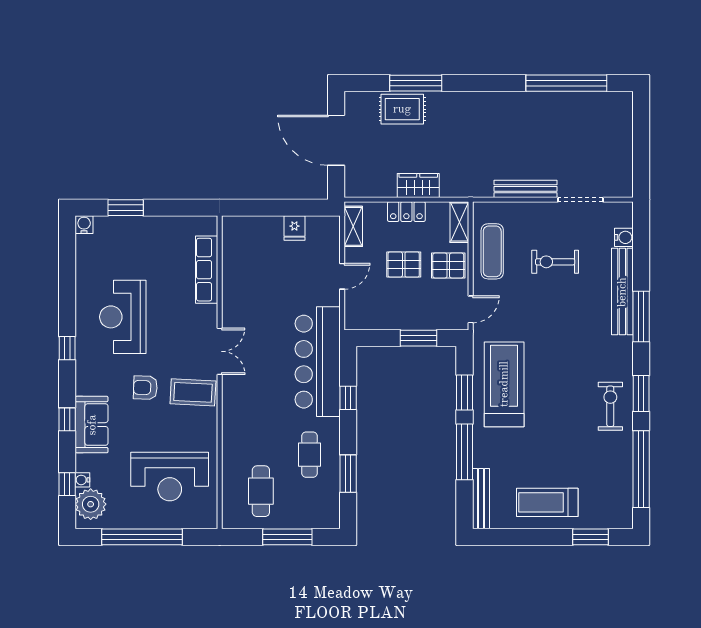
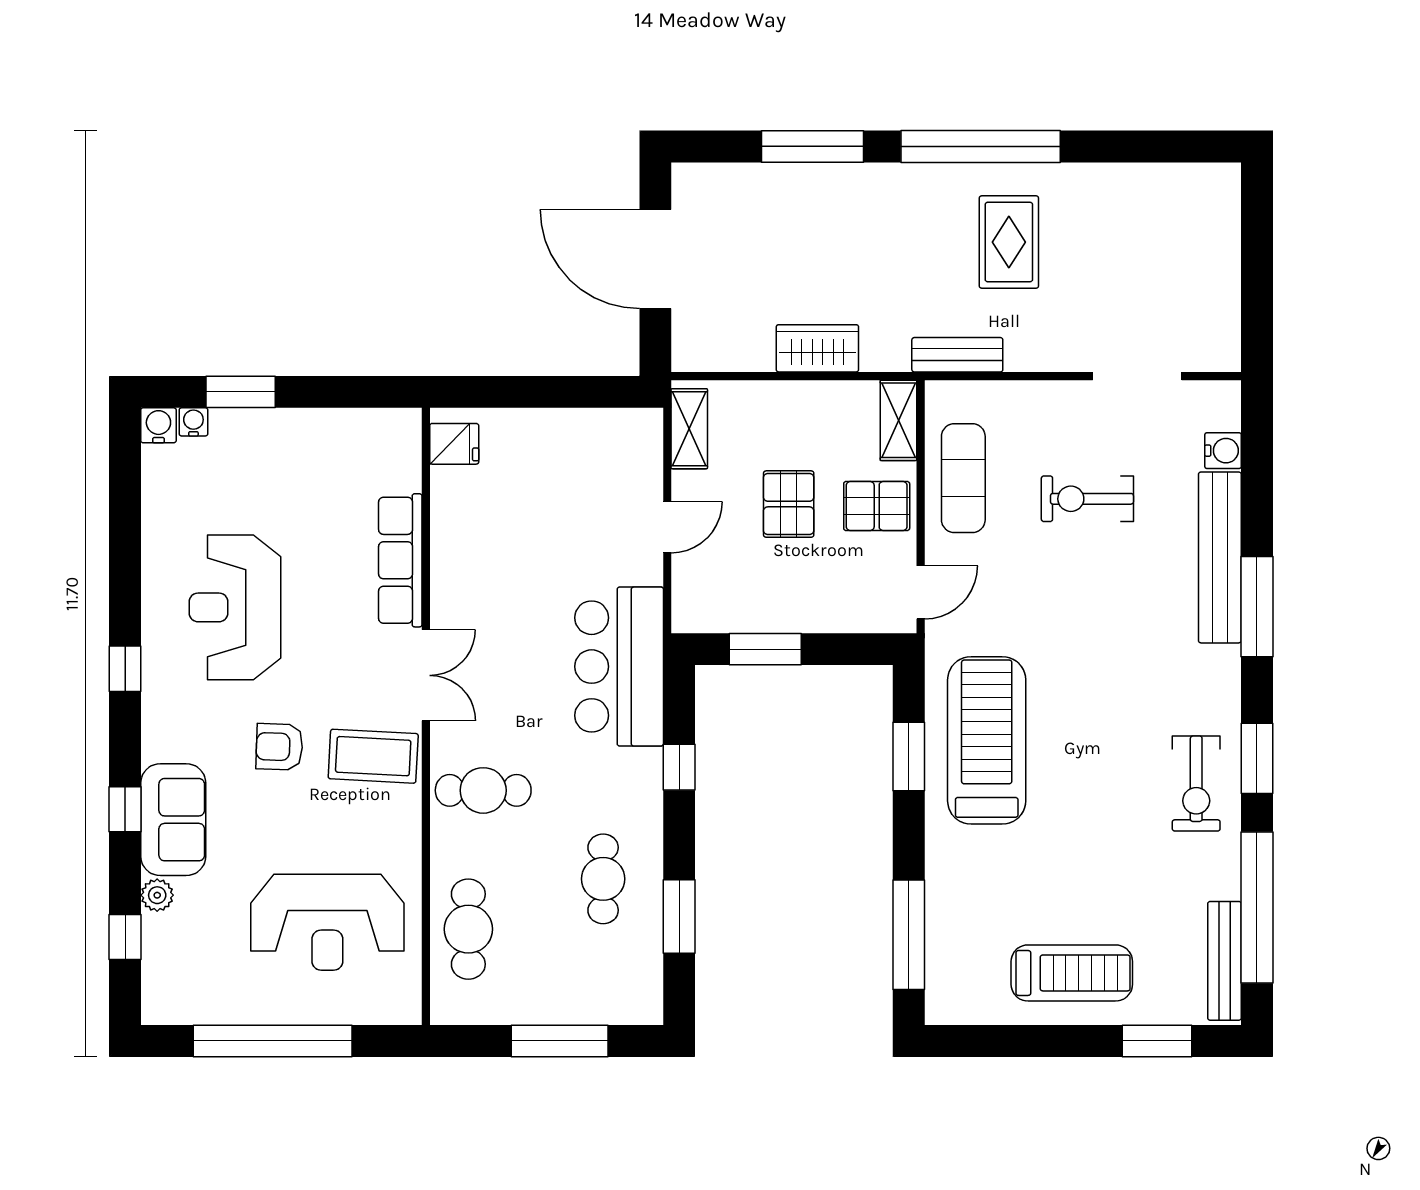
window: (566, 83) -> (981, 146), moved
rug: (402, 109) -> (1009, 242), moved, turned 90
bench: (525, 189) -> (957, 355), moved, width x0.73
locker: (406, 212) -> (794, 400), removed
fridge: (294, 228) -> (454, 444), moved, turned -90
pallet: (404, 265) -> (789, 504), turned 90
row of seats: (207, 270) -> (400, 560), moved
window: (418, 338) -> (765, 649), moved
bar counter: (318, 362) -> (619, 667), width x0.73
exercise bike: (610, 406) -> (1196, 784), turned 180
cafe table: (249, 410) -> (483, 790), added
window: (465, 452) -> (909, 935), moved
water cooler: (82, 480) -> (193, 422), moved, turned 90
cafe table: (261, 491) -> (468, 929), moved
bench: (481, 499) -> (1224, 961), moved
treadmill: (547, 502) -> (1072, 973), turned 180
plant: (91, 504) -> (157, 895), moved, width x0.53, depth x0.53

